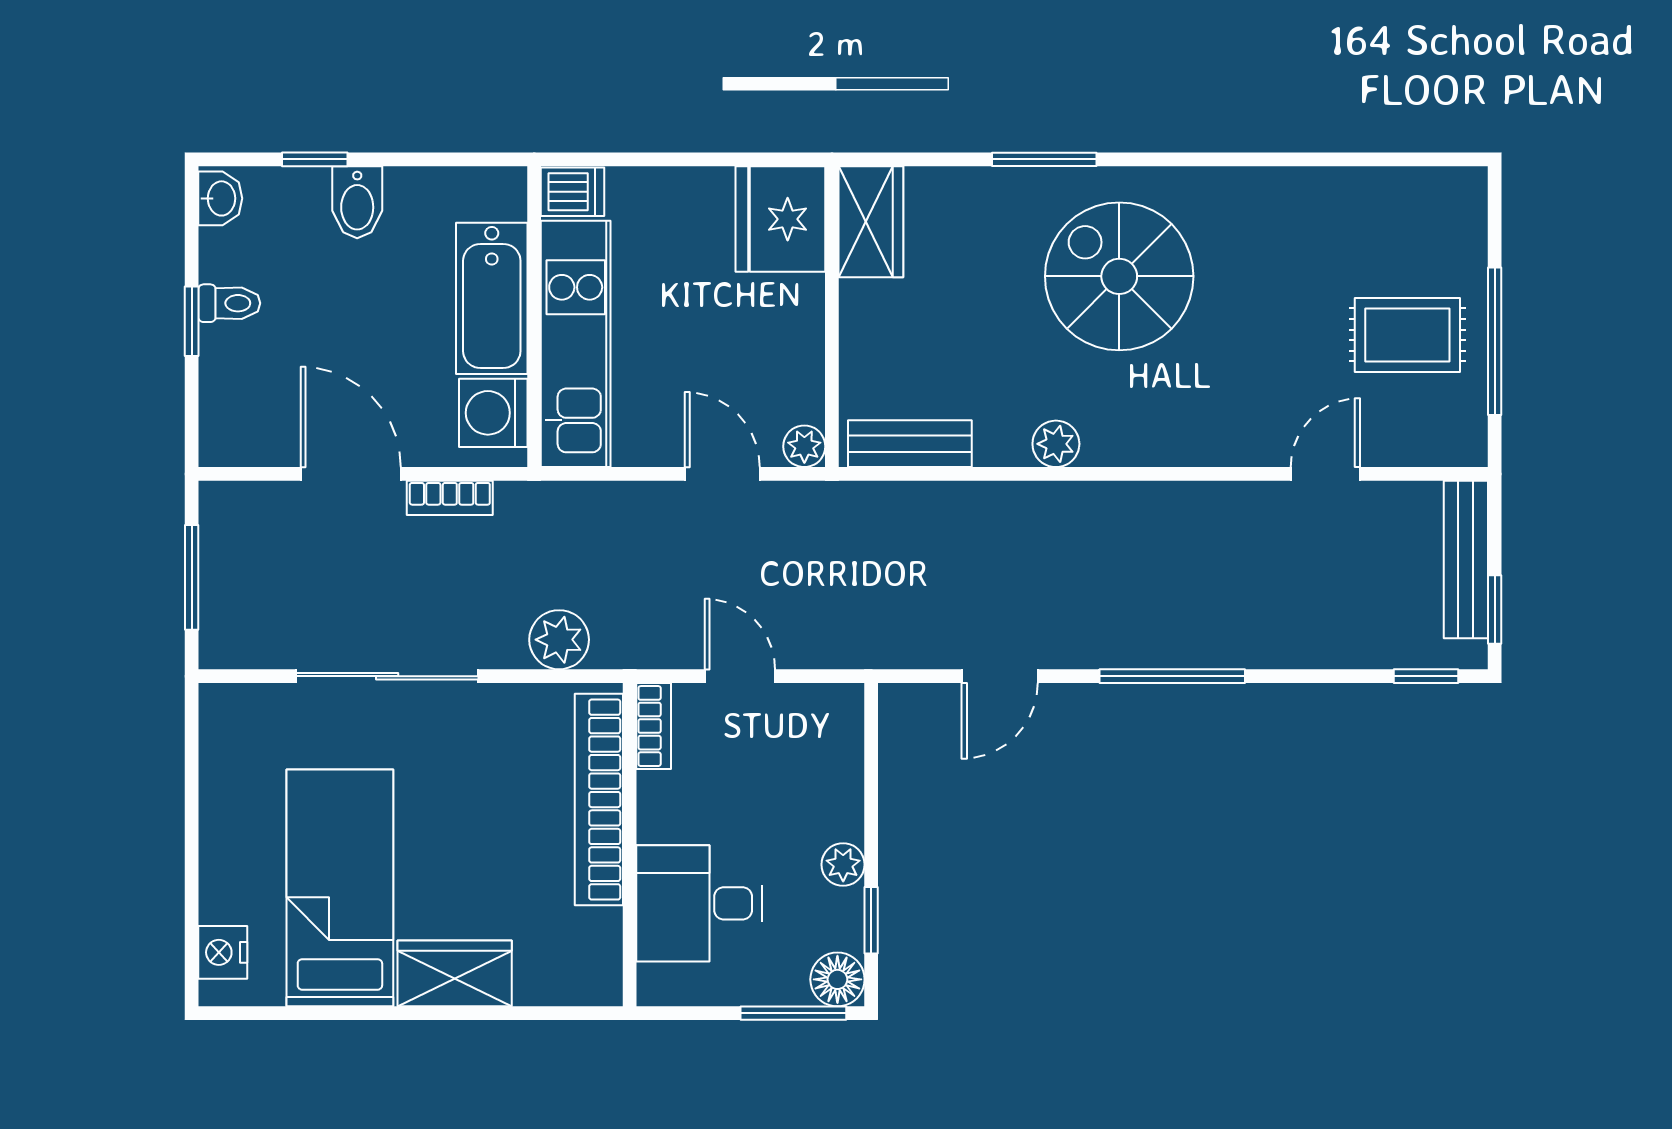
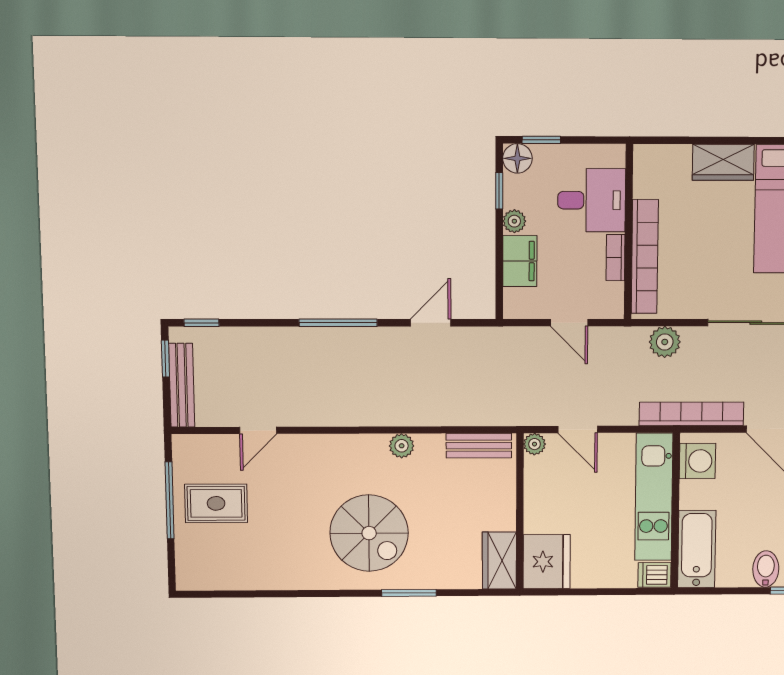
bathtub: (492, 298) -> (697, 549), moved
bookcase: (450, 498) -> (691, 414), width x2.31, depth x1.31
bookcase: (654, 726) -> (615, 258), moved
filing cabinet: (833, 791) -> (520, 261), added
window: (793, 1013) -> (541, 140), width x0.67

